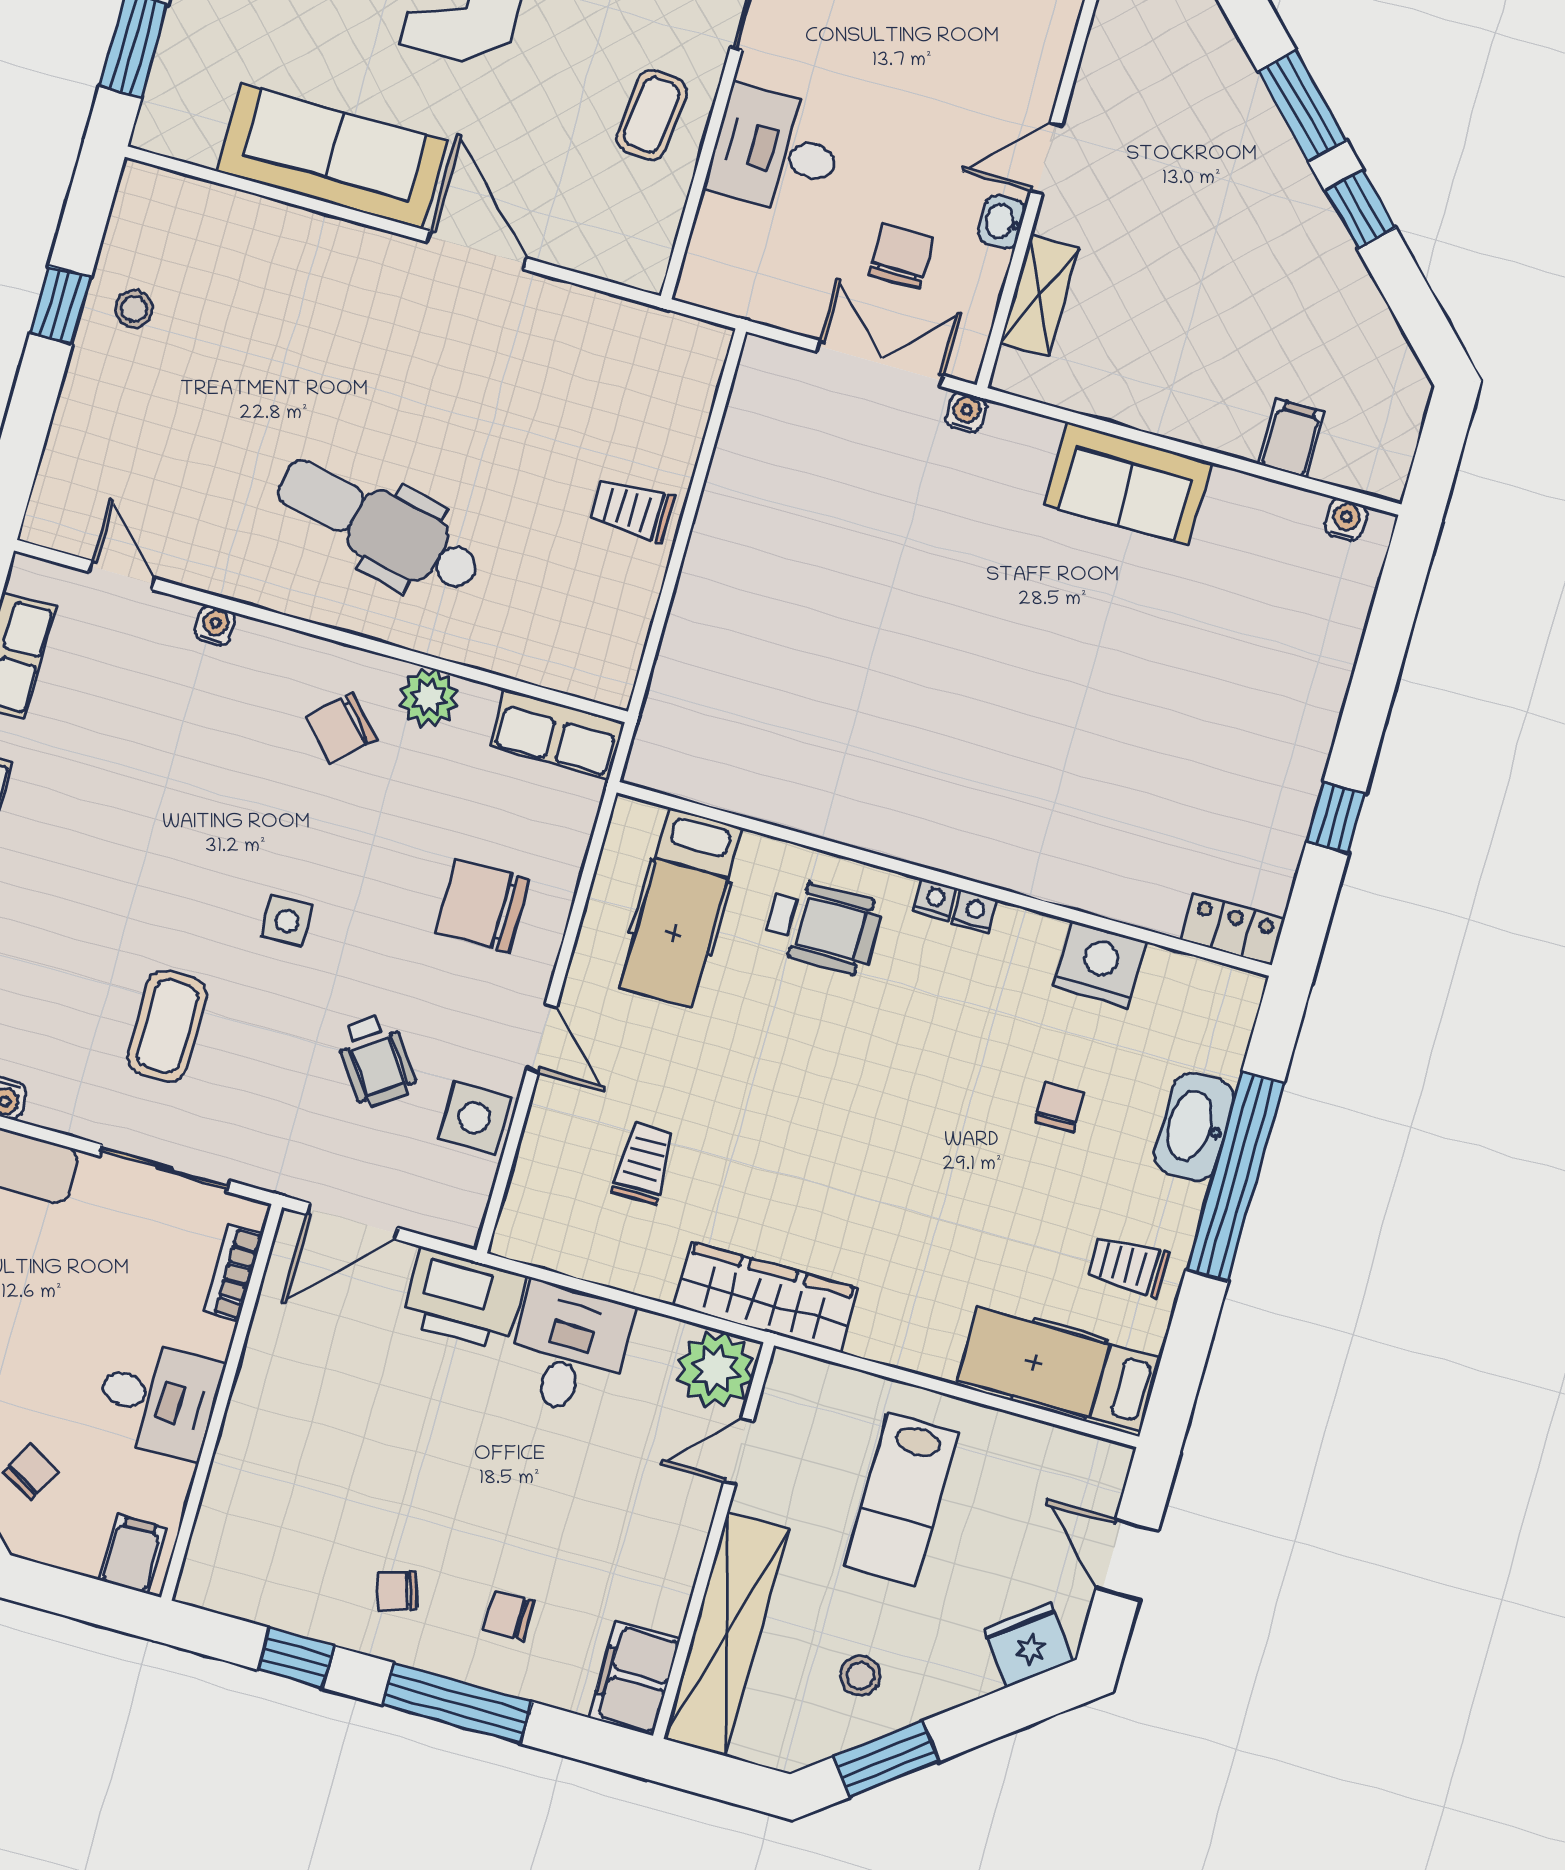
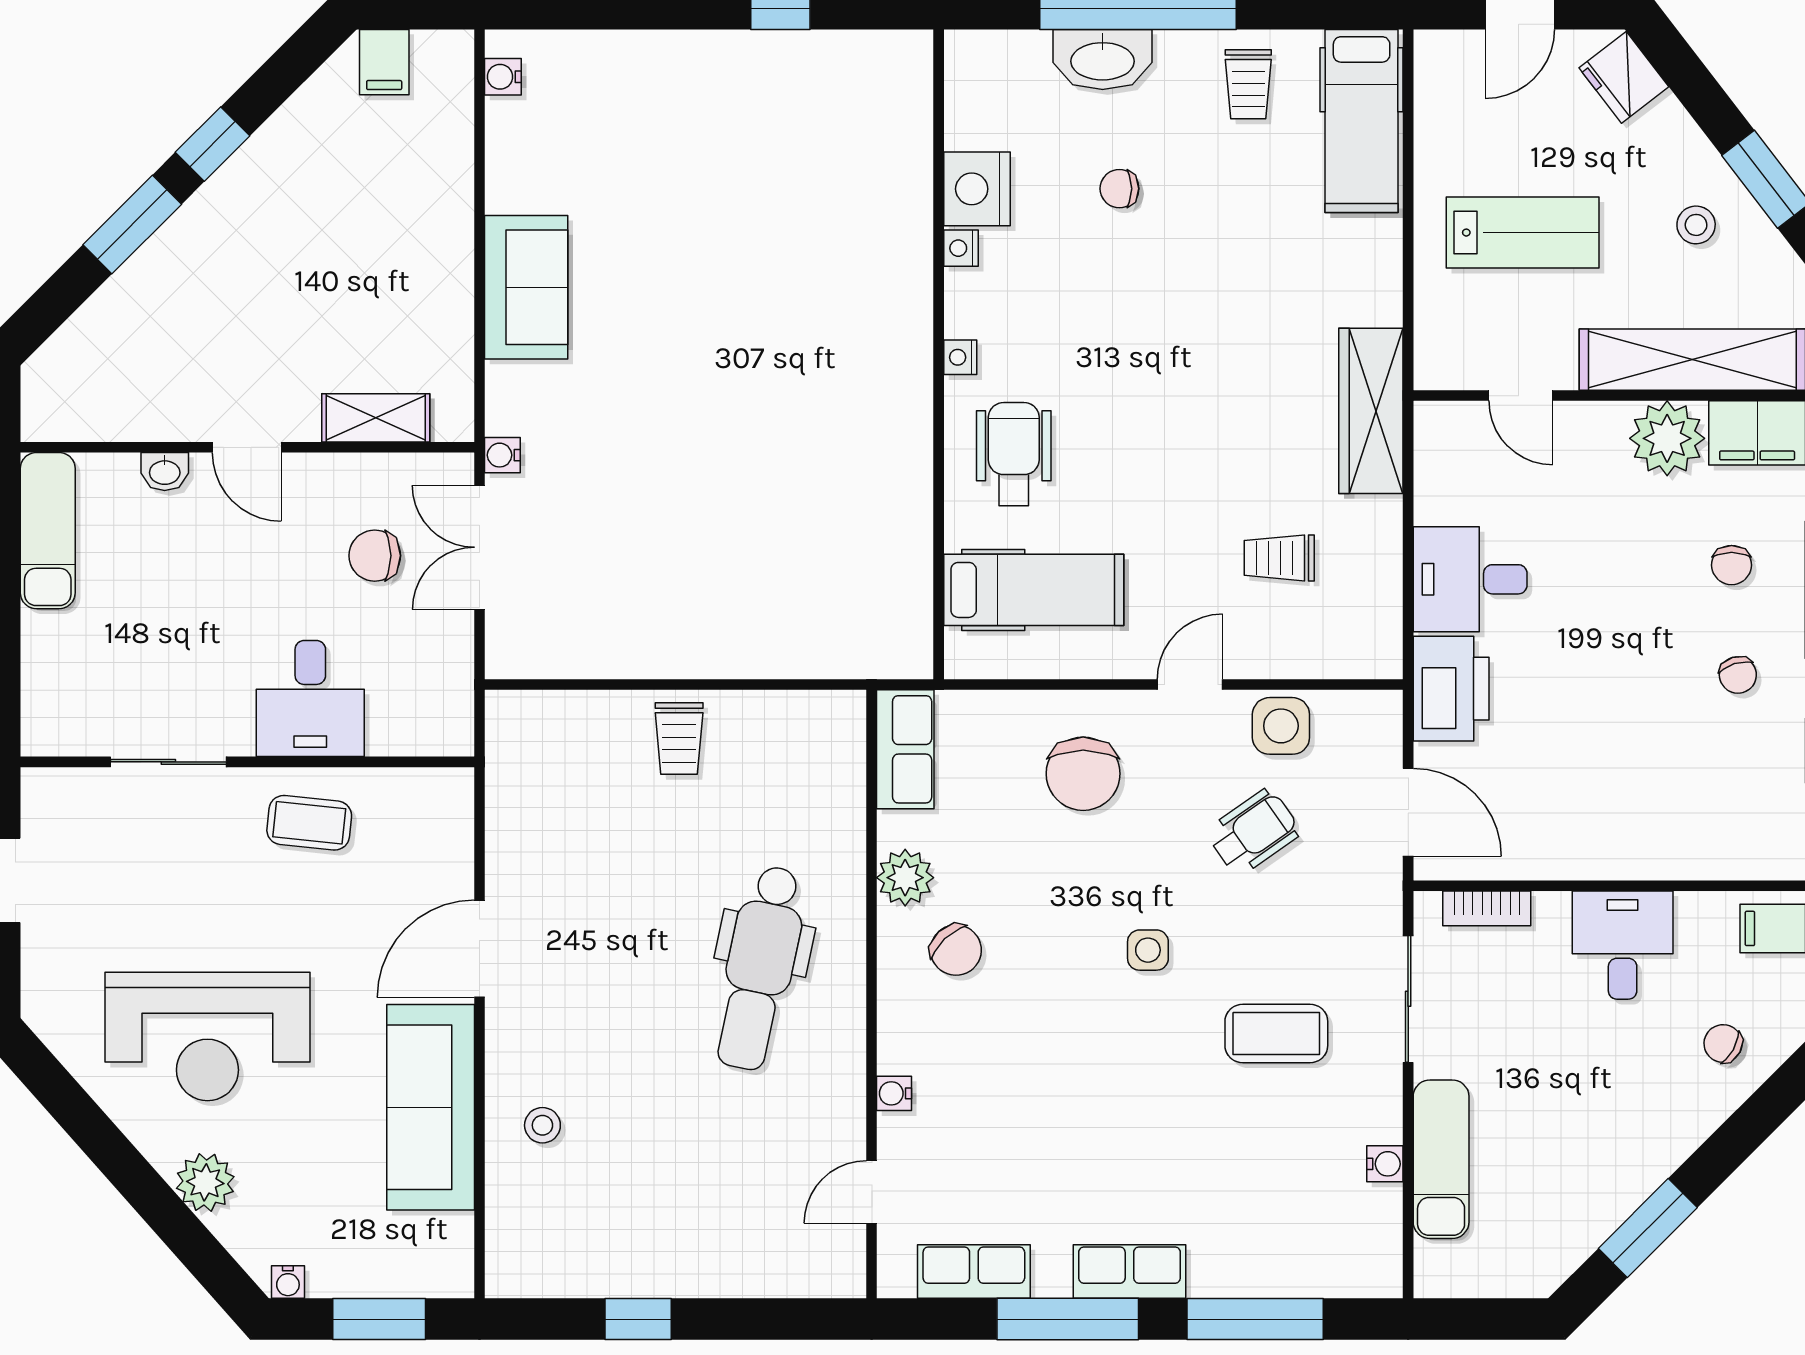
washbasin: (1002, 222) -> (165, 471), moved
stool: (134, 309) -> (542, 1125), moved
filing cabinet: (1292, 438) -> (384, 62), moved, turned -90
nightstand: (975, 912) -> (961, 248), moved
locker: (1232, 929) -> (910, 75), removed
plant: (715, 1369) -> (1667, 438), moved

